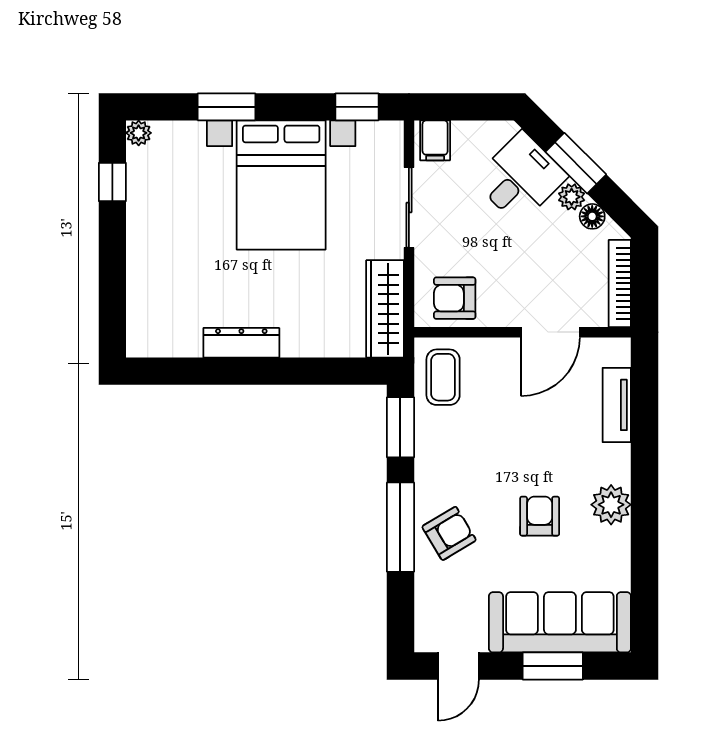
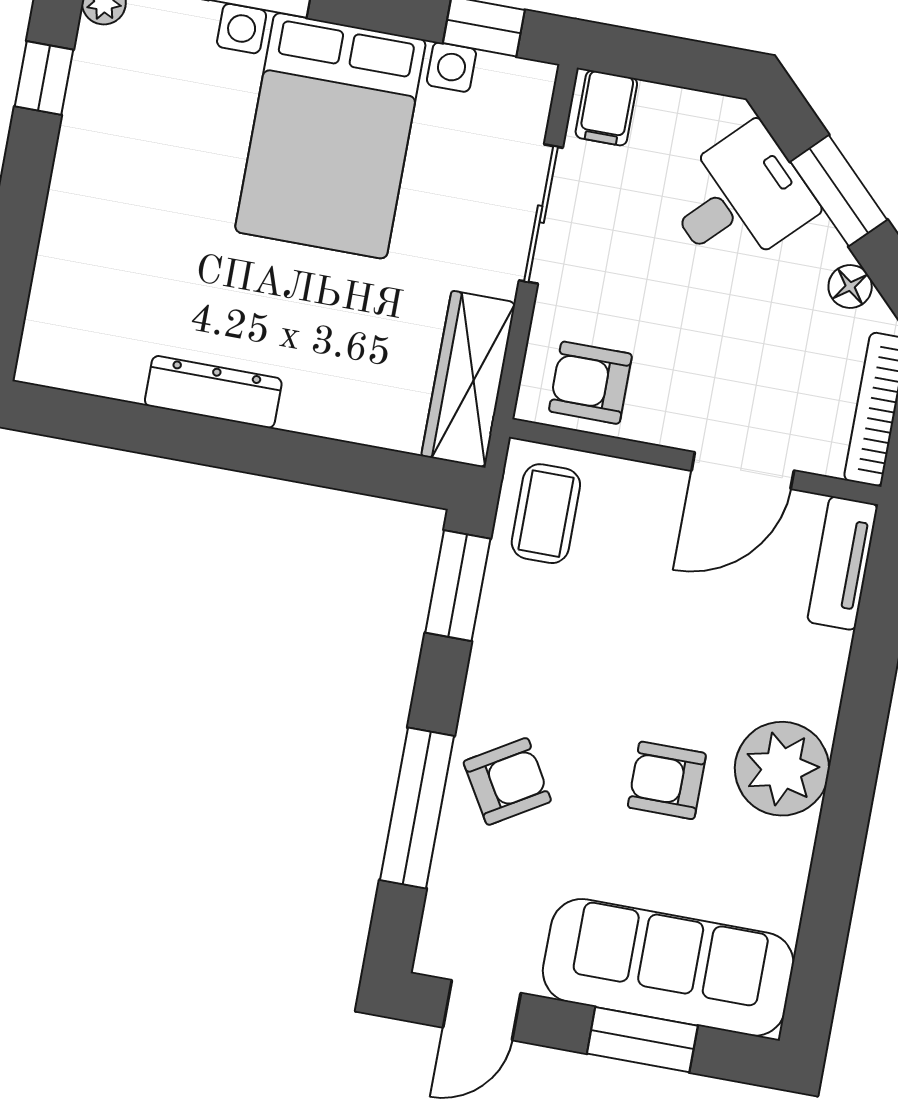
plant: (572, 197) -> (821, 247), removed
tv unit: (617, 405) -> (843, 563), moved
plant: (611, 505) -> (782, 769), width x1.36, depth x1.36
armchair: (540, 516) -> (667, 780), turned -90
window: (400, 527) -> (417, 808), moved

